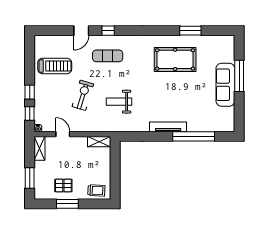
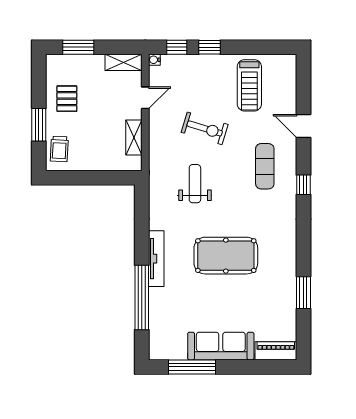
window: (108, 31) -> (303, 185), moved
piano: (228, 49) -> (276, 351), added
pool table: (175, 59) -> (226, 256), moved, turned 90
window: (239, 76) -> (192, 367), moved
shelving: (99, 142) -> (134, 137), moved
window: (67, 204) -> (39, 125), moved

